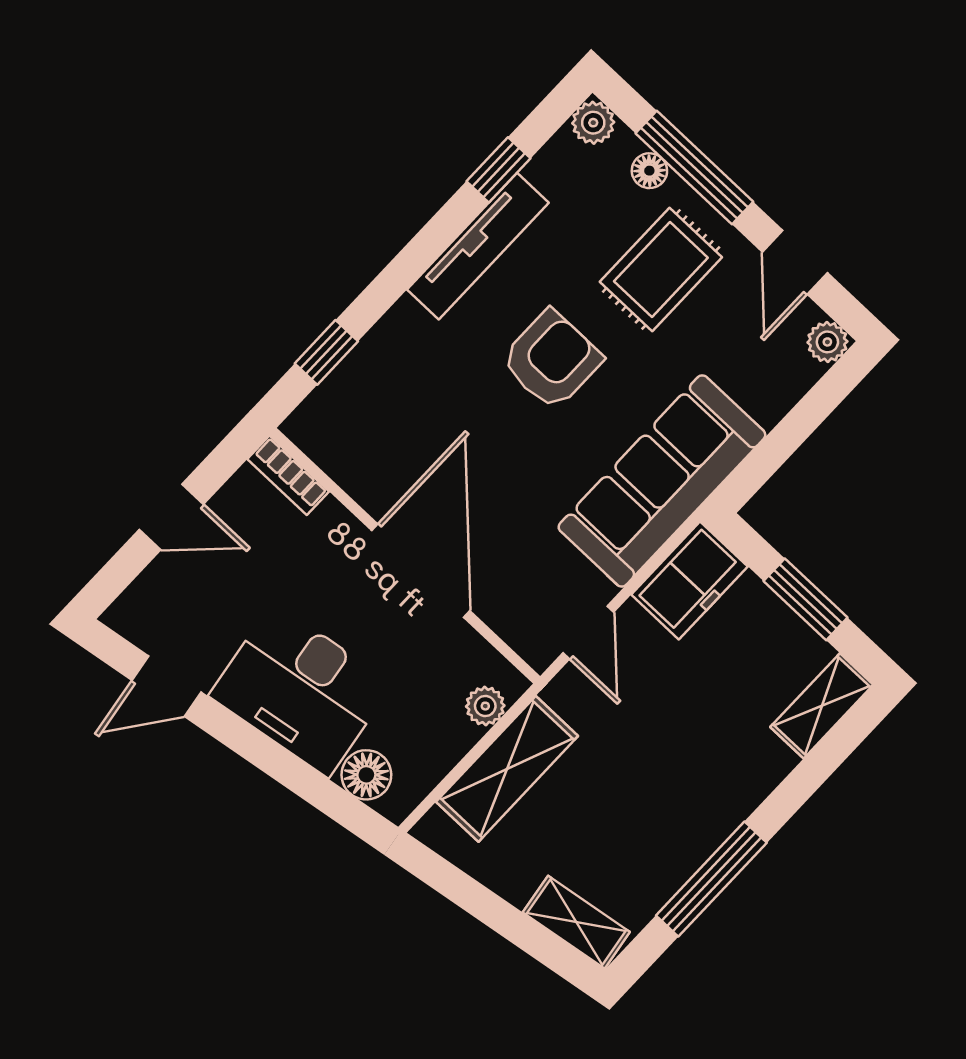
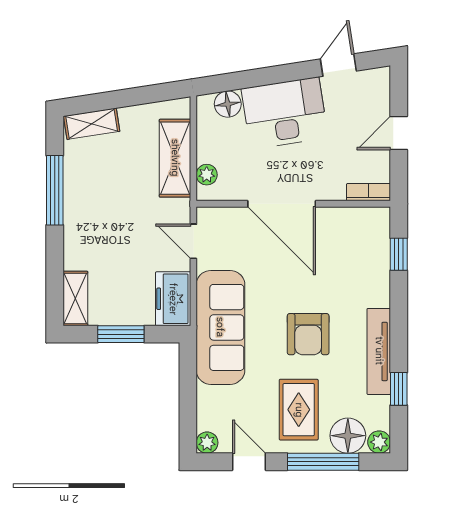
floor lamp: (649, 171) -> (348, 436), width x1.89, depth x1.89

